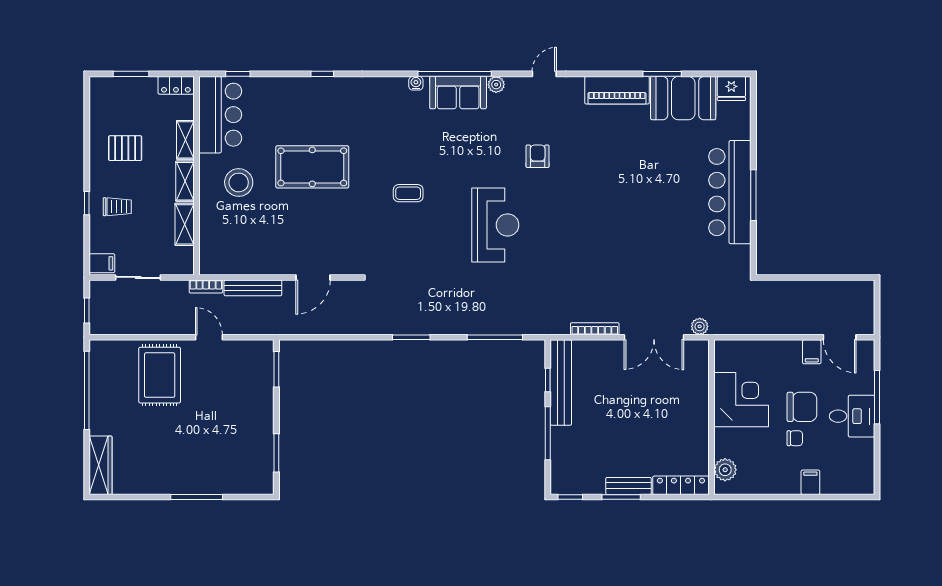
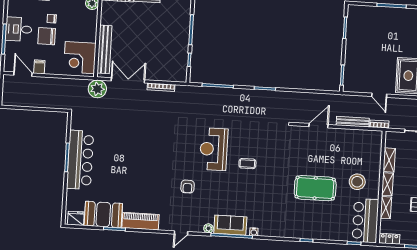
coffee table: (408, 193) -> (247, 164), moved
plant: (700, 326) -> (97, 89), width x1.88, depth x1.88
bench: (561, 383) -> (105, 49), moved
corner desk: (741, 400) -> (80, 58), moved

